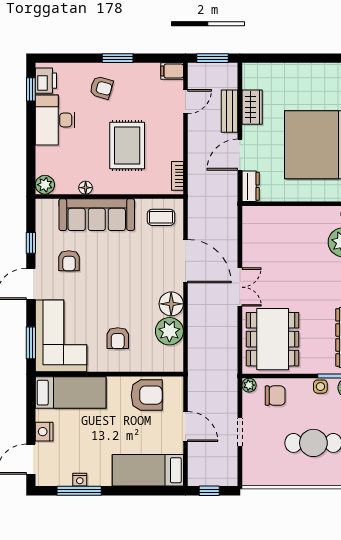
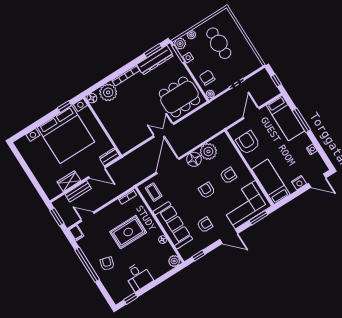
window: (118, 58) -> (87, 265), width x2.11
printer: (46, 81) -> (121, 294), removed
desk: (55, 120) -> (138, 277), width x0.73
window: (31, 243) -> (199, 256), moved
armchair: (116, 294) -> (207, 190), added
window: (79, 491) -> (301, 120), moved

